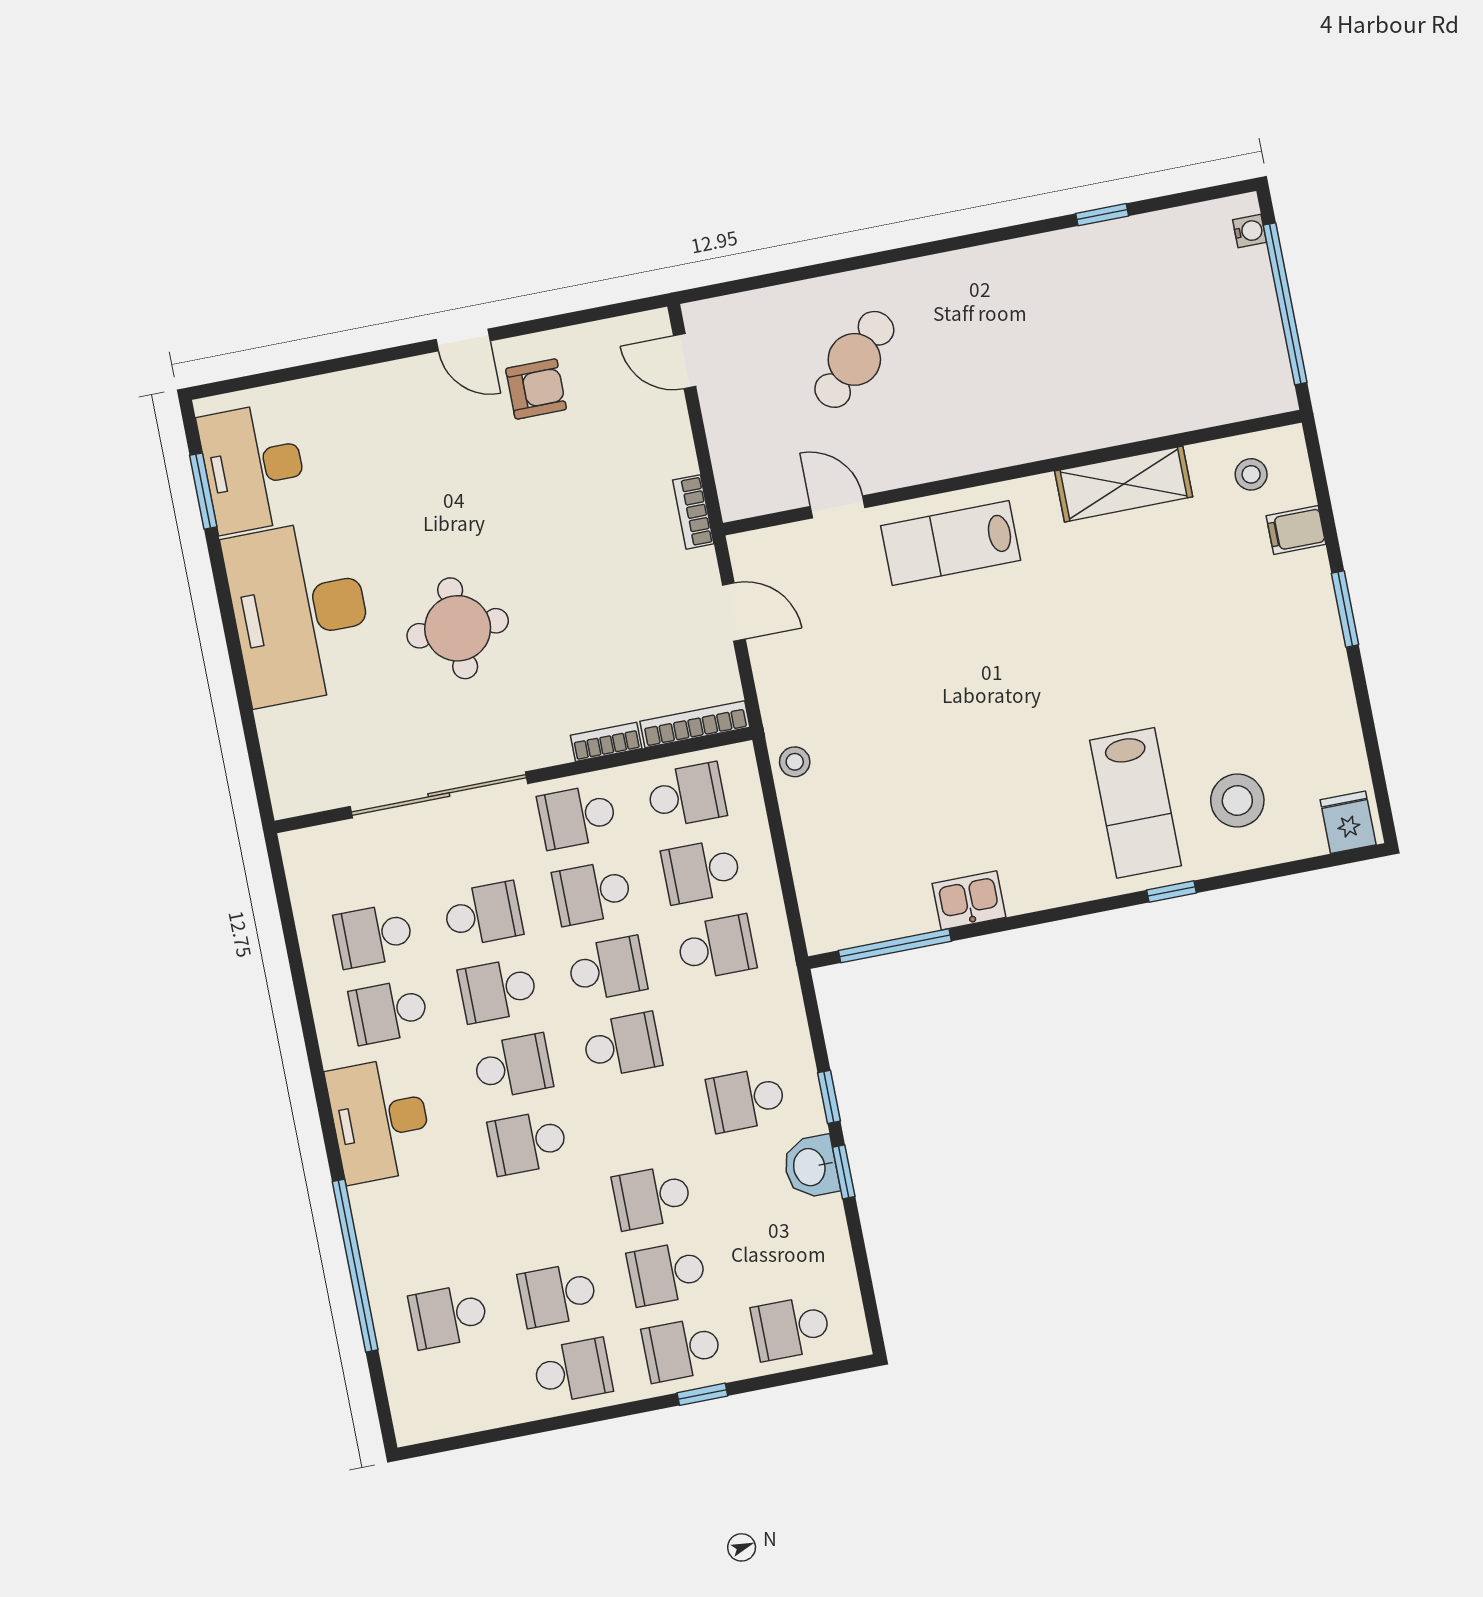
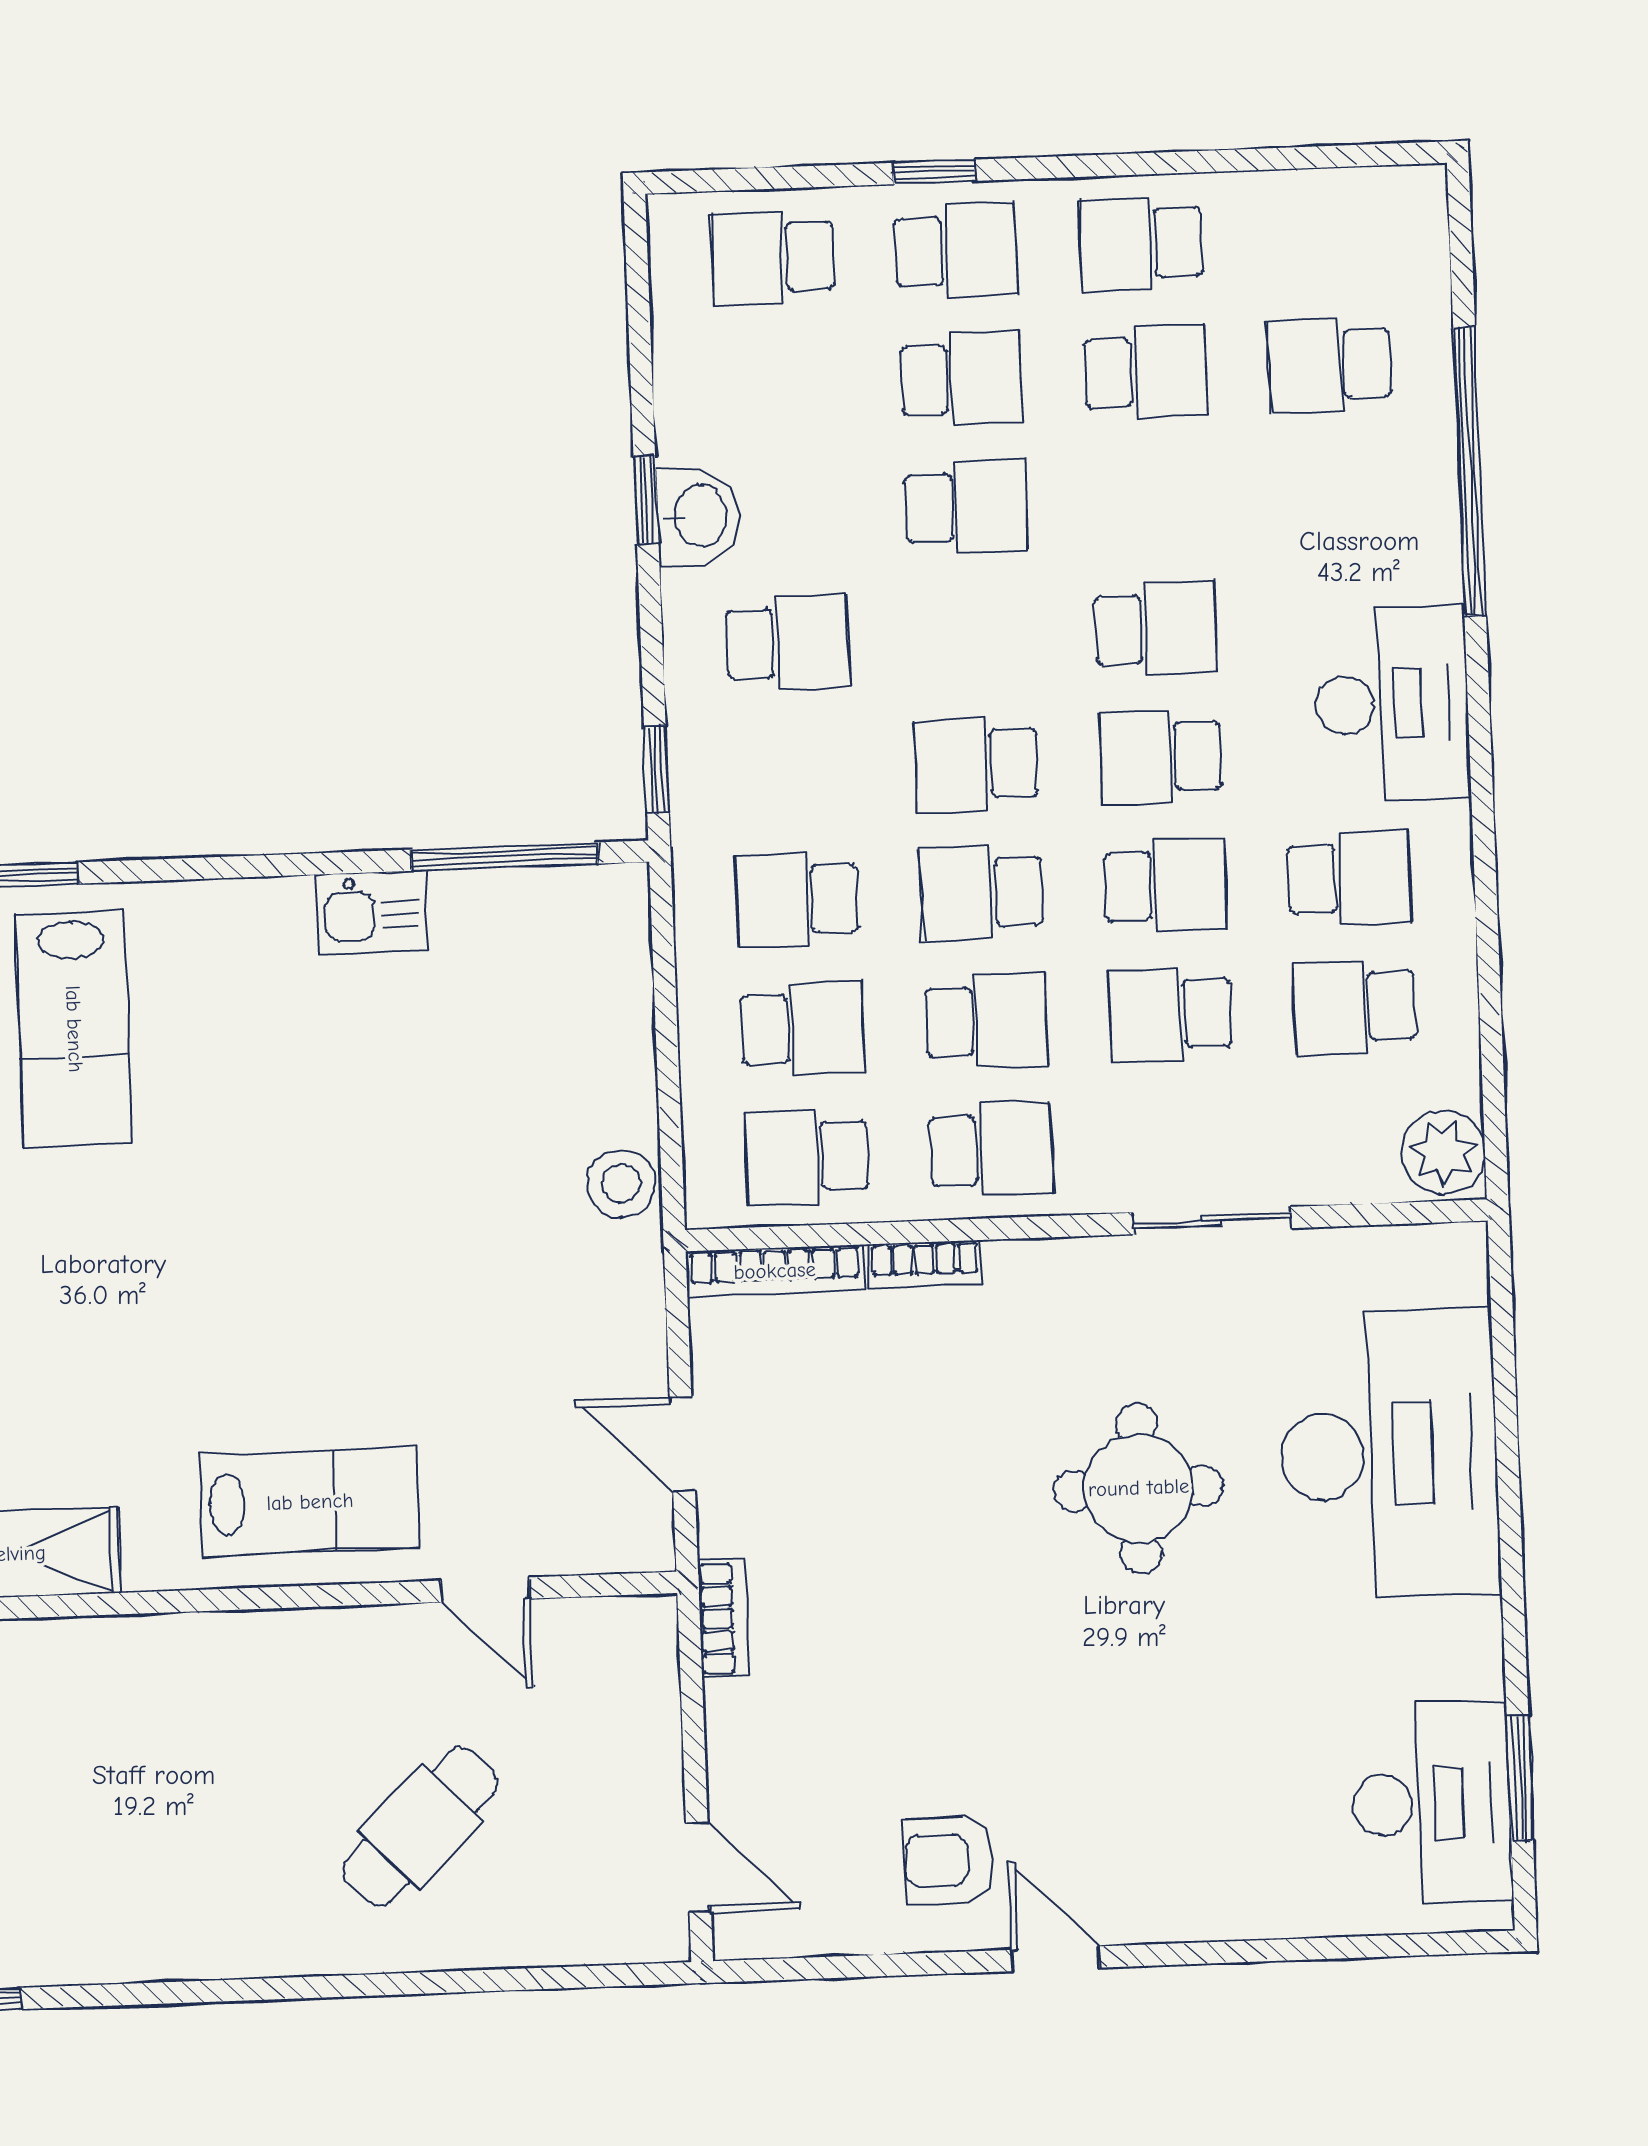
desk: (300, 612) -> (1389, 1455), moved
stool: (795, 762) -> (621, 1183), width x1.37, depth x1.37
sliding door: (439, 795) -> (1212, 1220), width x0.54
lab bench: (1136, 803) -> (74, 1029), turned 180
plant: (307, 857) -> (1443, 1152), added
school desk: (374, 936) -> (1355, 1007), turned 180
window: (829, 1097) -> (656, 769), moved
school desk: (448, 1316) -> (1330, 365), turned 180
school desk: (791, 1328) -> (772, 258), turned 180

